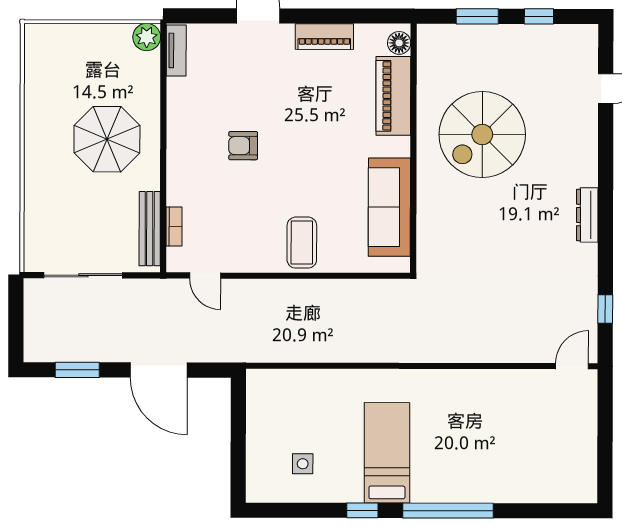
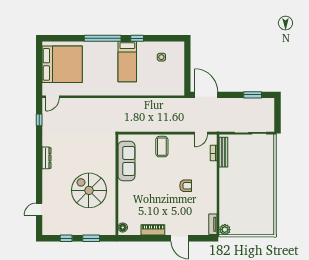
piano: (393, 96) -> (125, 206), removed
spiral stairs: (482, 135) -> (89, 190), turned -90
parasol: (107, 139) -> (241, 188), removed
door: (205, 276) -> (201, 133), swing flipped
door: (159, 370) -> (206, 95), moved
bed: (548, 446) -> (62, 64), added

